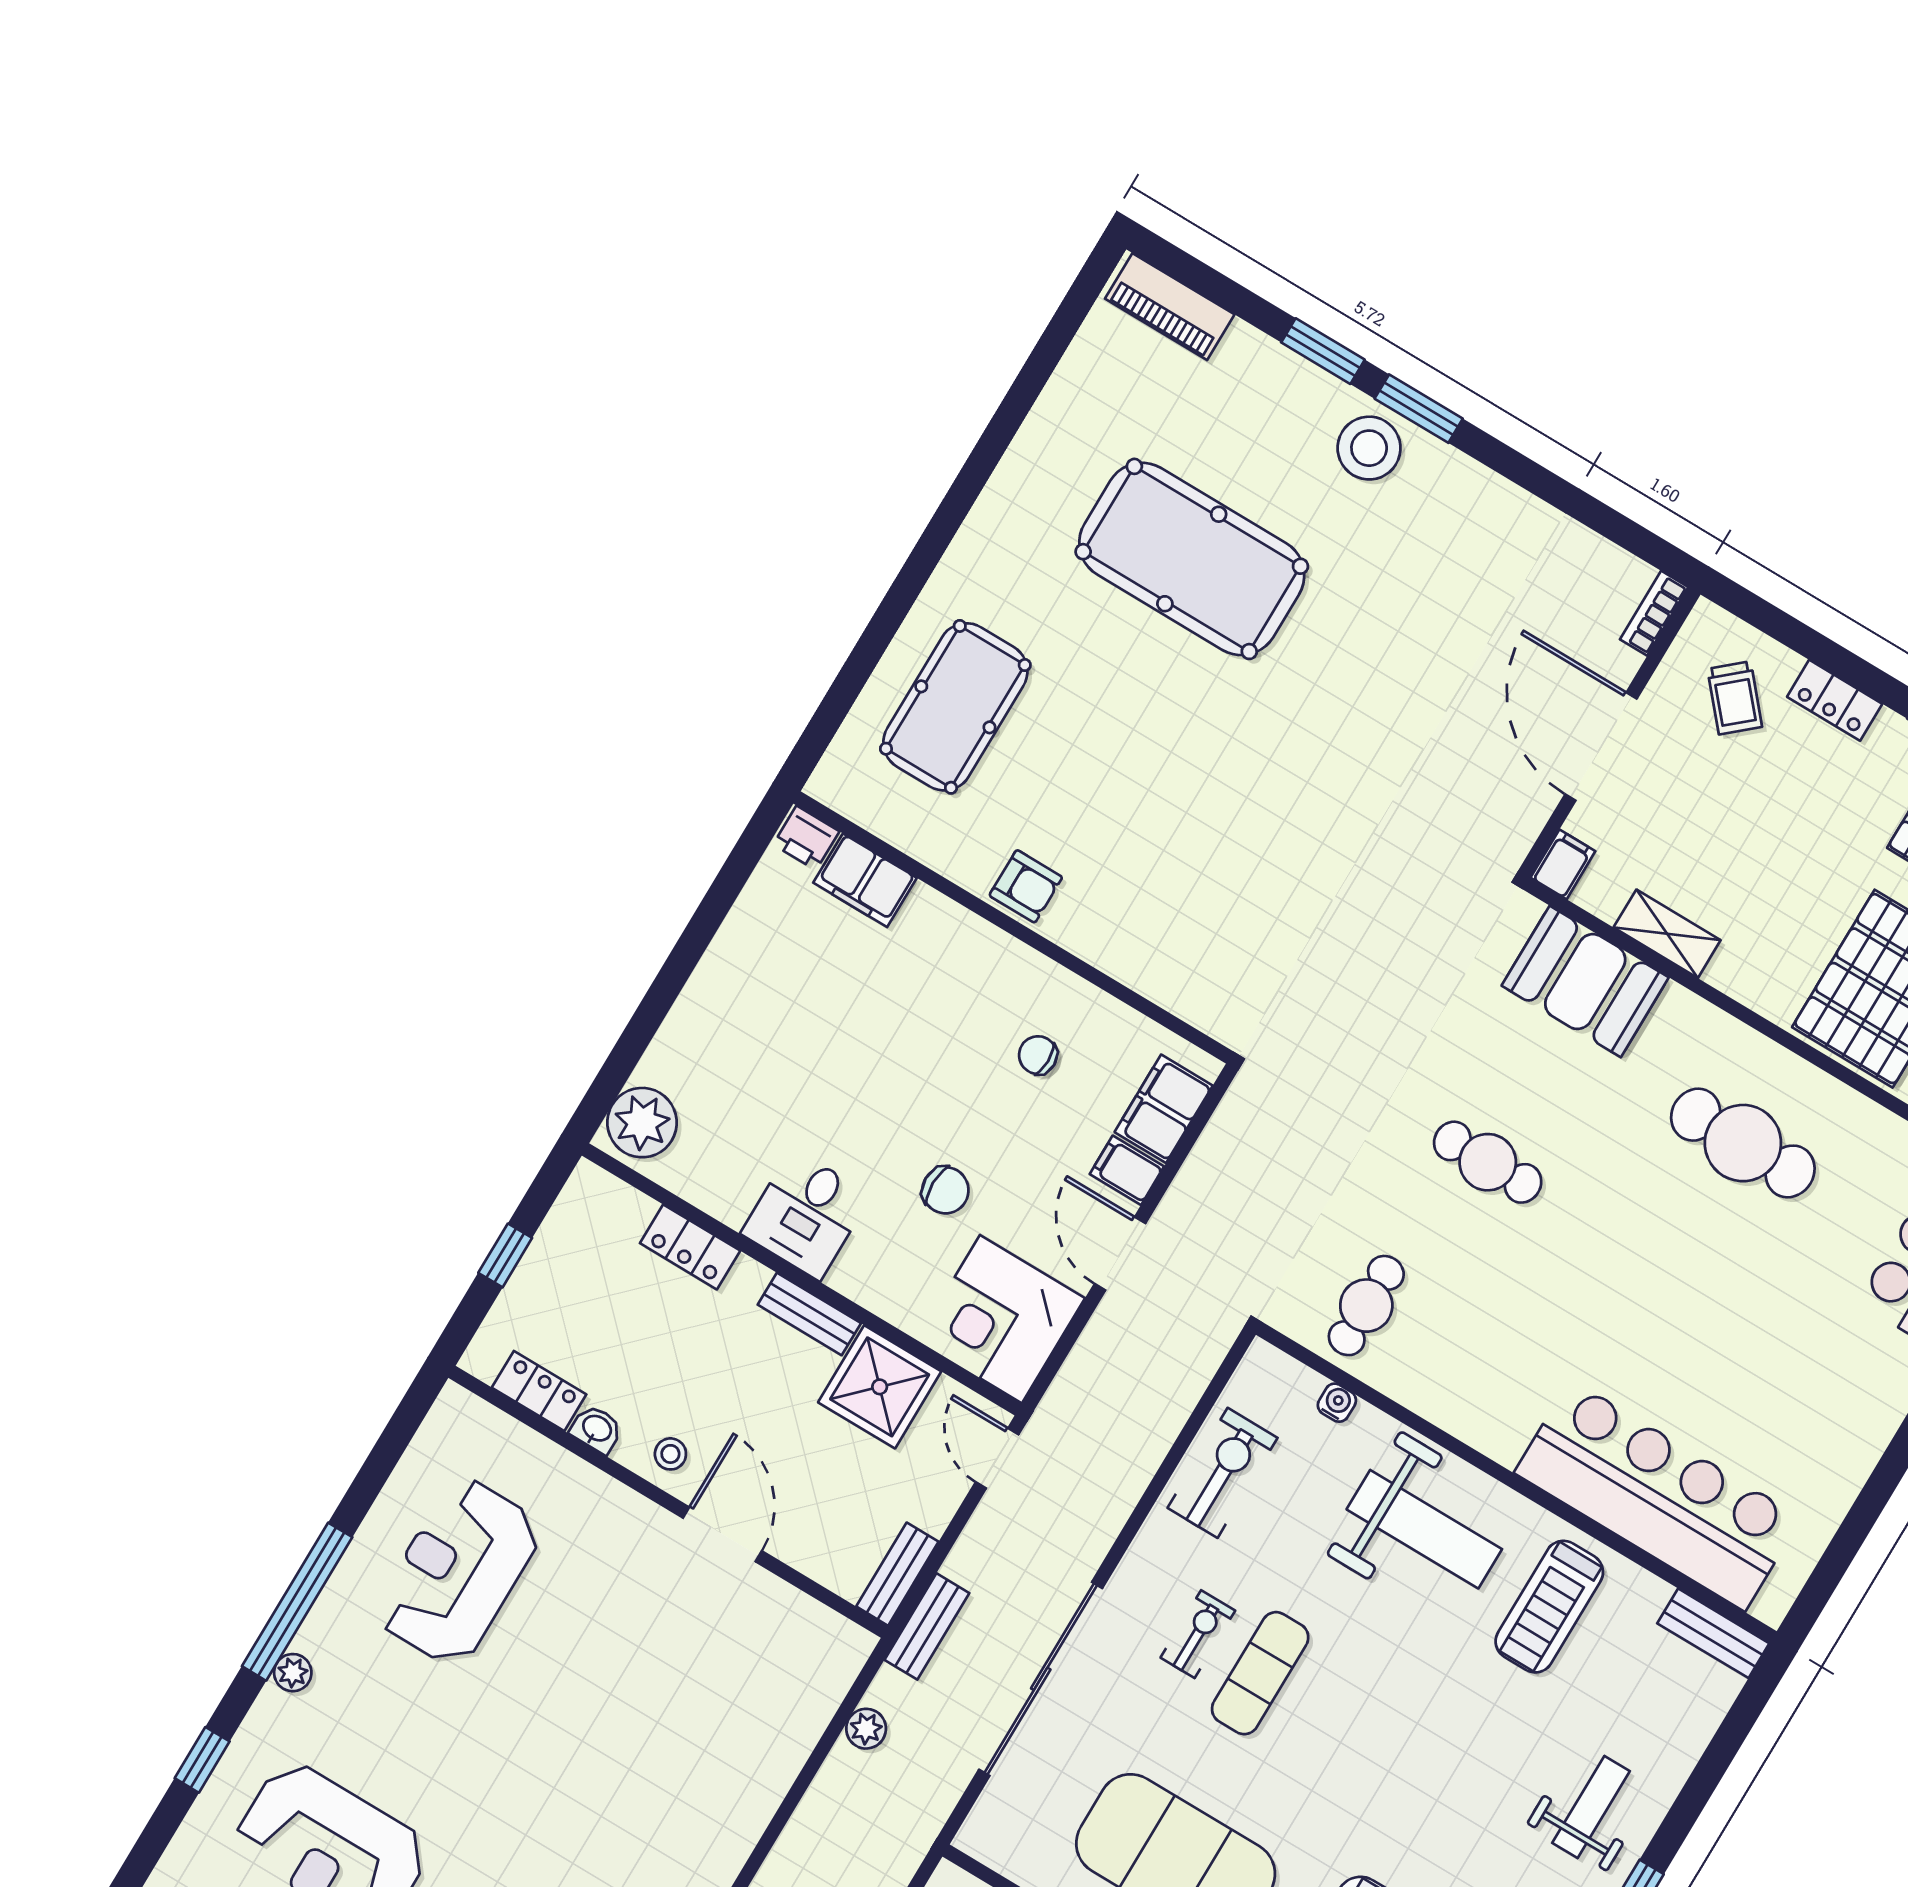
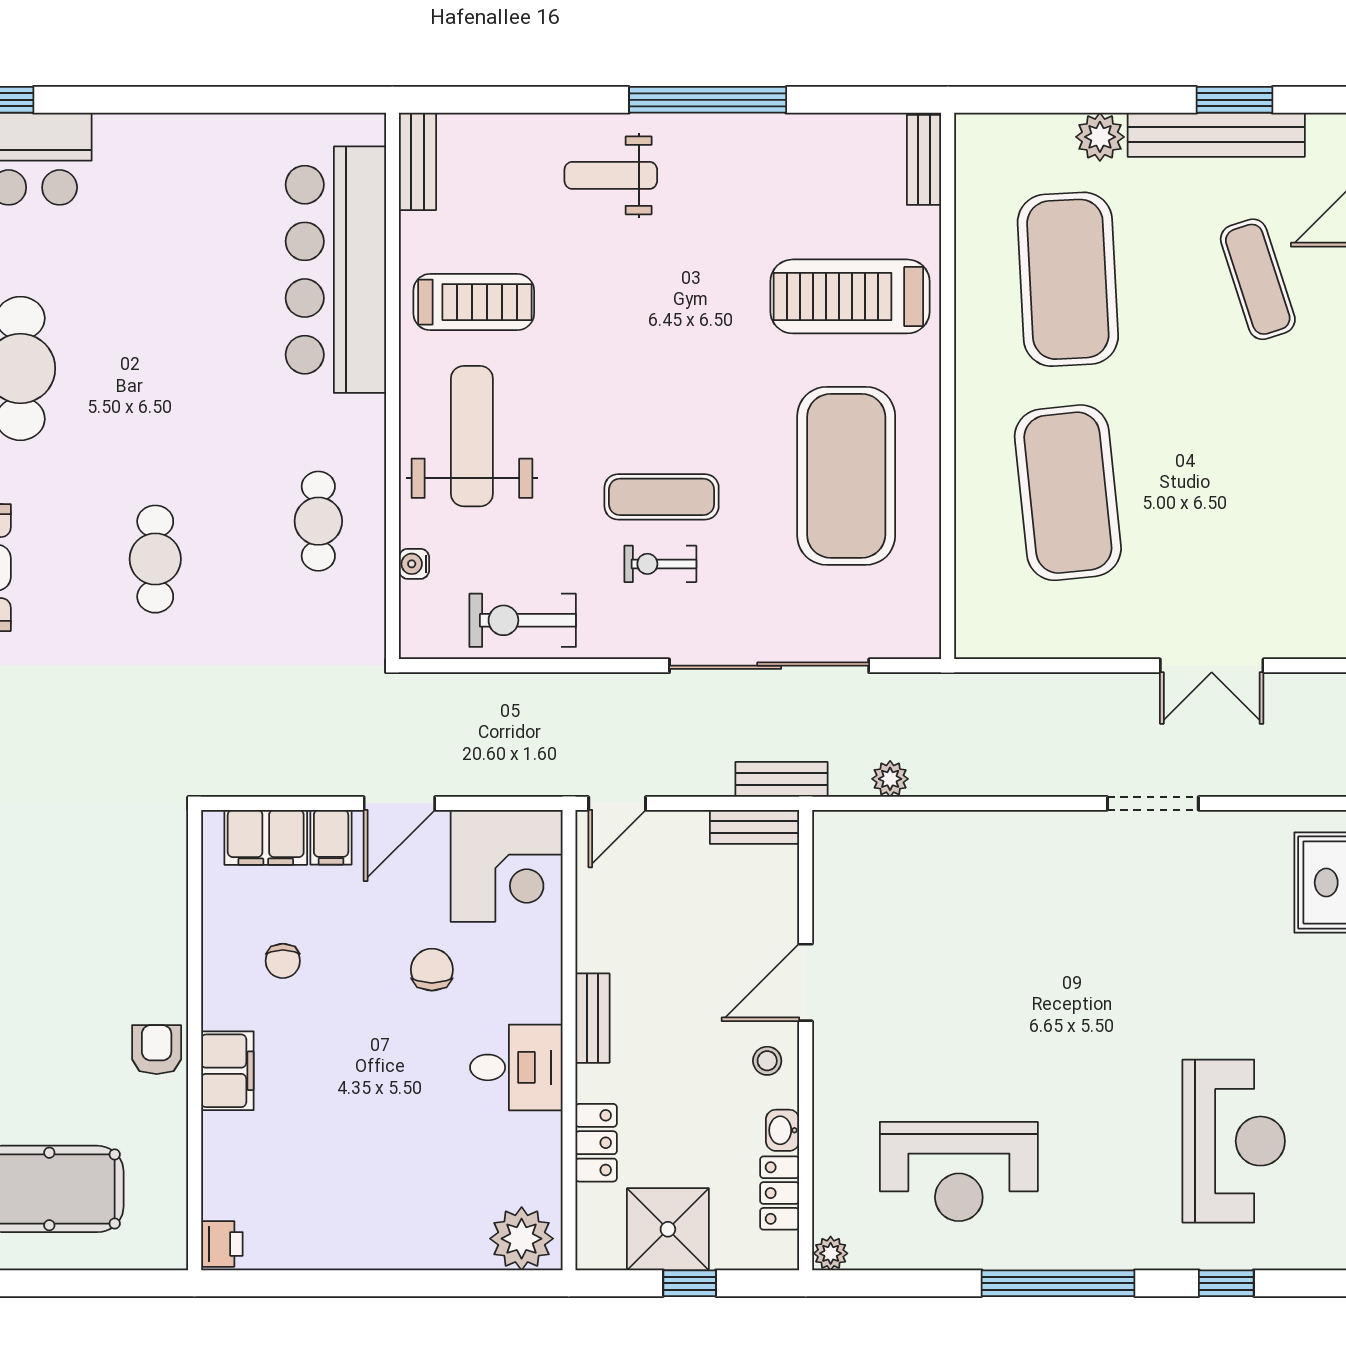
filing cabinet: (865, 880) -> (227, 1071), moved
cafe table: (1366, 1306) -> (318, 521), moved, turned 90
shower: (880, 1387) -> (668, 1229), moved
plant: (293, 1673) -> (831, 1253), moved

